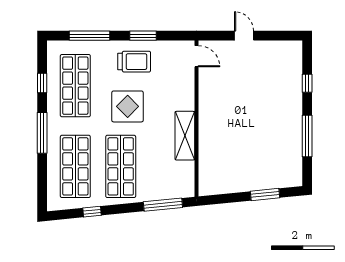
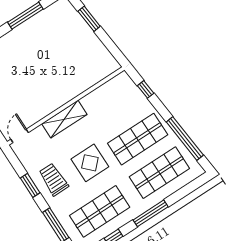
shelving: (185, 136) -> (64, 119), moved
window: (163, 205) -> (146, 89), width x0.46
window: (92, 212) -> (185, 138), width x3.17

